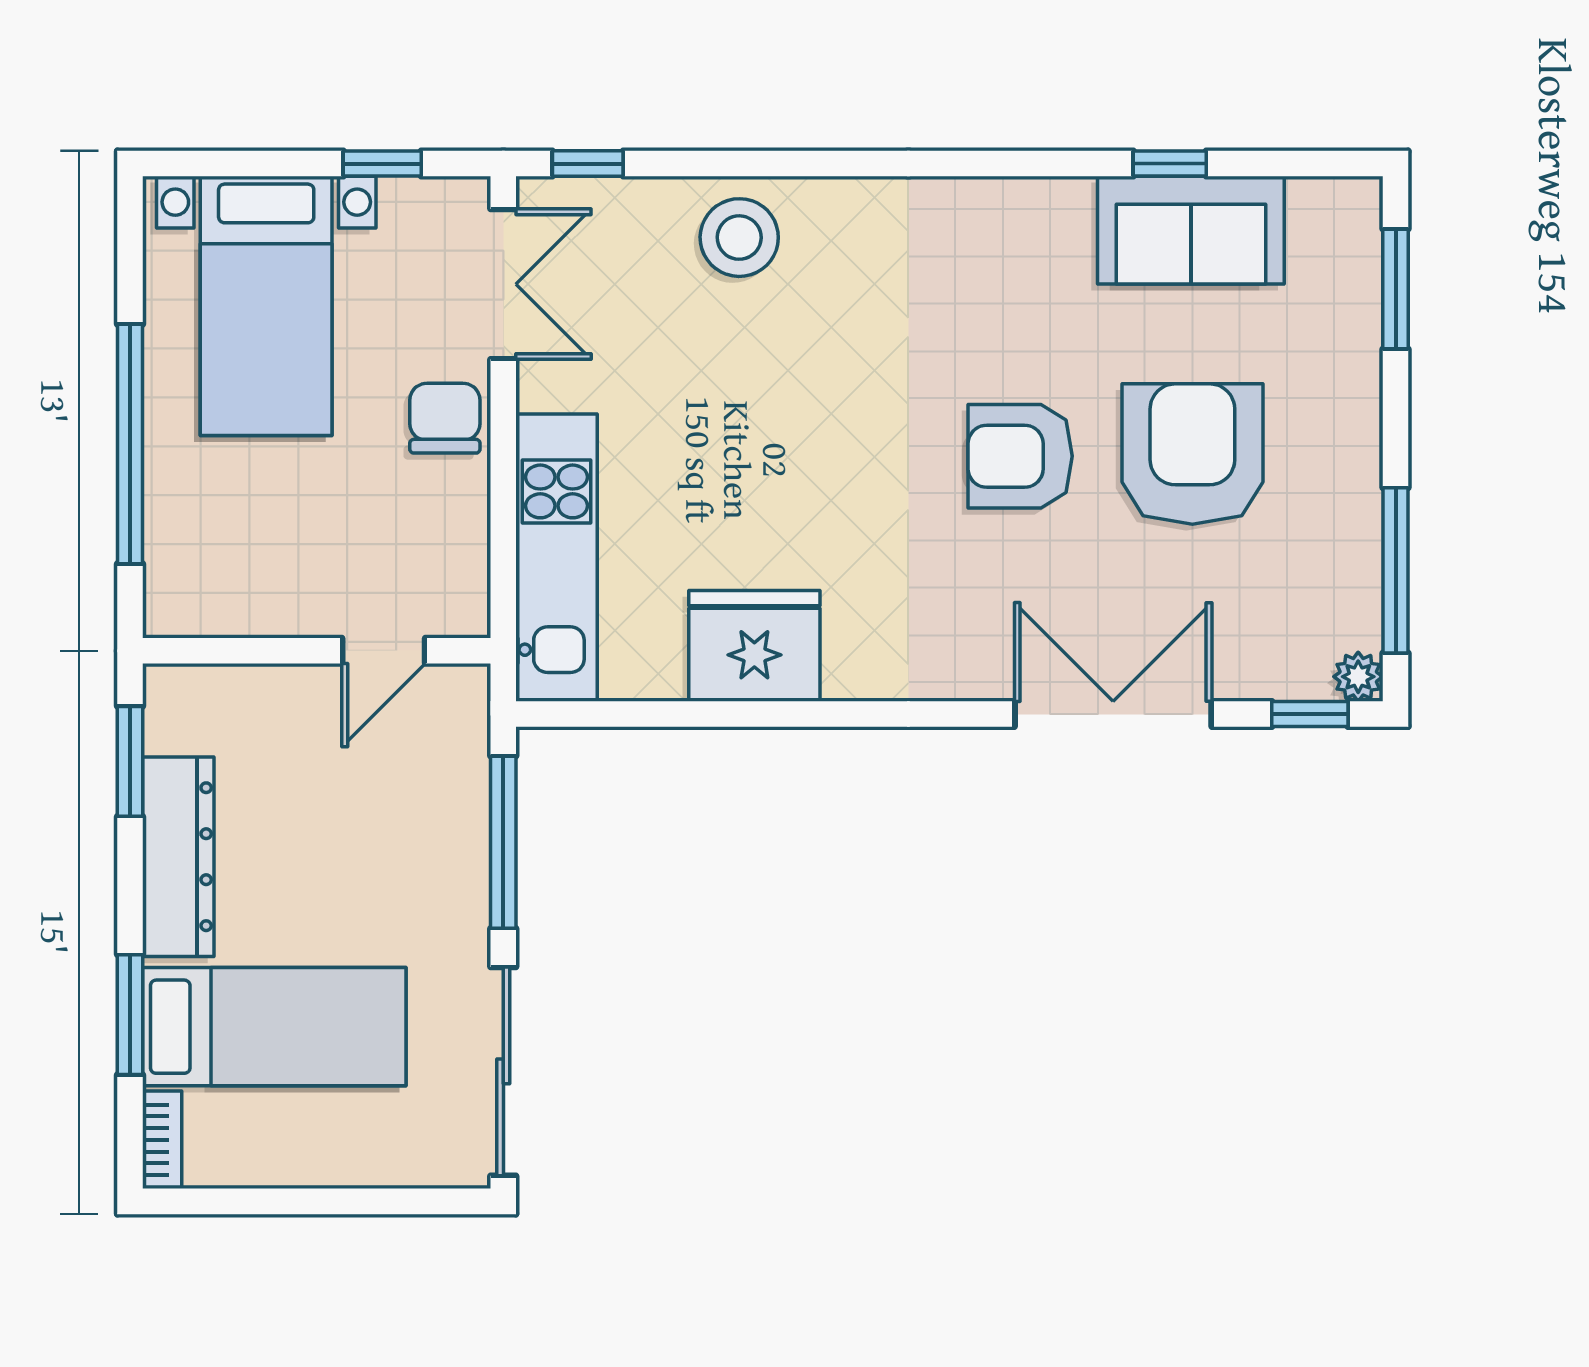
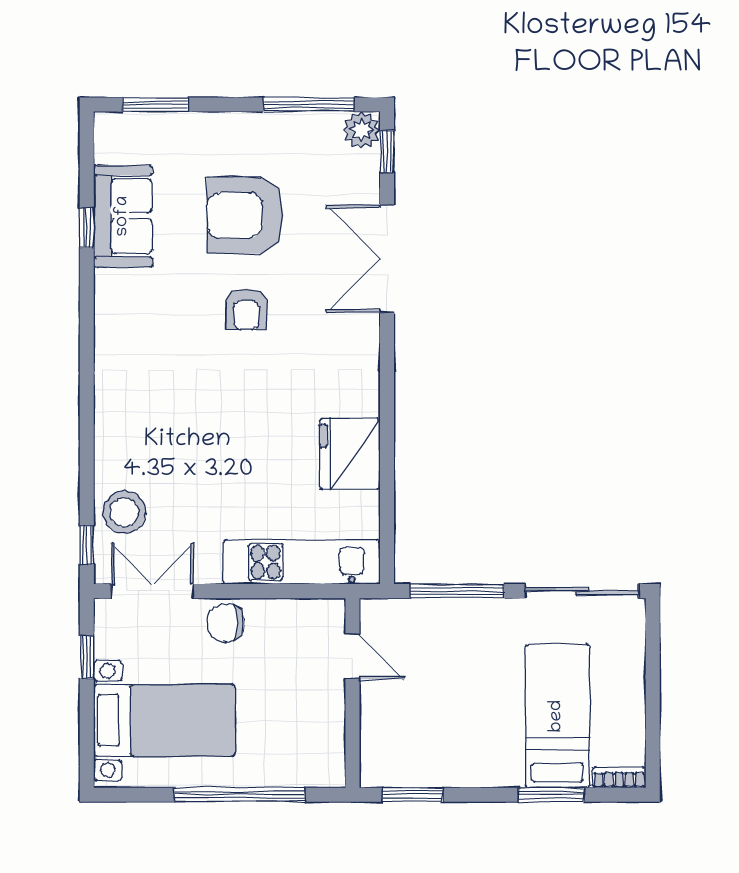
stool: (739, 238) -> (124, 512), moved
armchair: (1020, 456) -> (246, 309), width x0.72, depth x0.72
plant: (1358, 677) -> (362, 130), width x1.38, depth x1.38
dresser: (178, 857) -> (465, 768), removed

